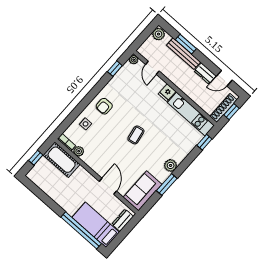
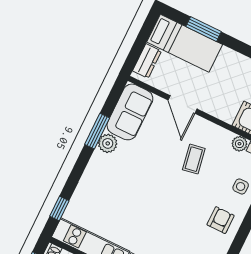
coffee table: (136, 135) -> (194, 159), moved
plant: (171, 165) -> (108, 143), moved
window: (81, 230) -> (204, 29), width x0.47

